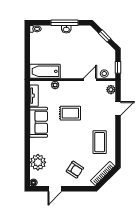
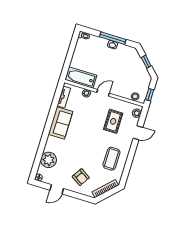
door: (90, 80) -> (103, 93), moved
rug: (70, 113) -> (113, 121), moved, turned 90

